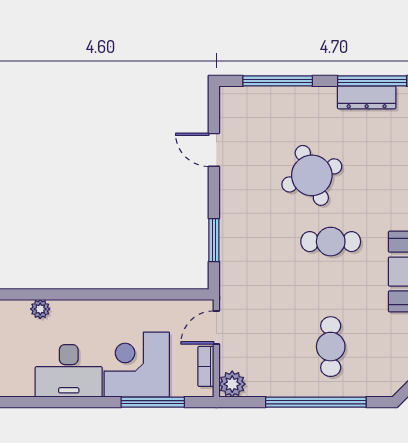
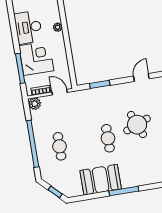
plant: (40, 309) -> (58, 27), moved
cafe table: (331, 347) -> (59, 146), turned 90

